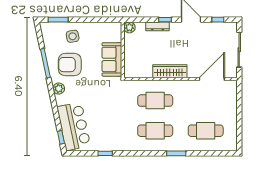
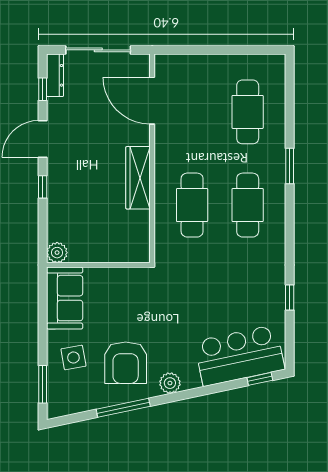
dresser: (158, 26) -> (55, 75), moved
sofa: (112, 59) -> (65, 298), moved, turned -90

